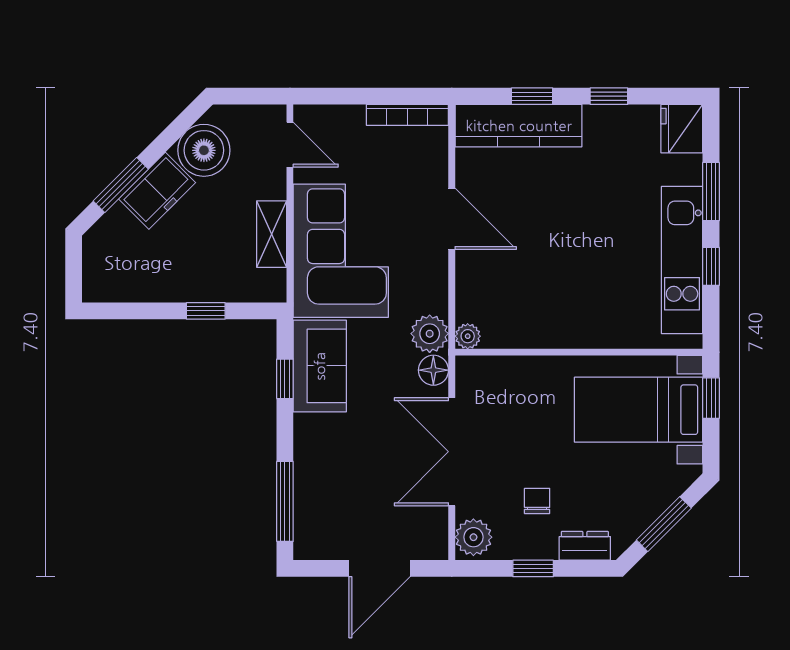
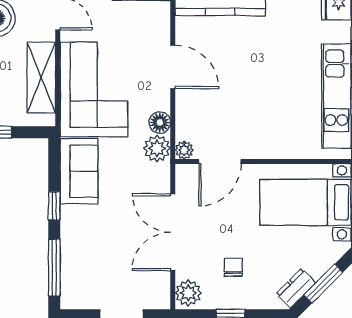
shelving: (272, 234) -> (41, 78), width x1.50, depth x1.33
door: (518, 352) -> (220, 161), added
floor lamp: (433, 370) -> (160, 122), moved
window: (285, 379) -> (54, 206), moved
dresser: (585, 546) -> (296, 288), moved, turned -45

